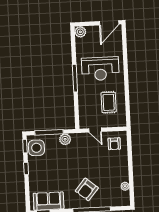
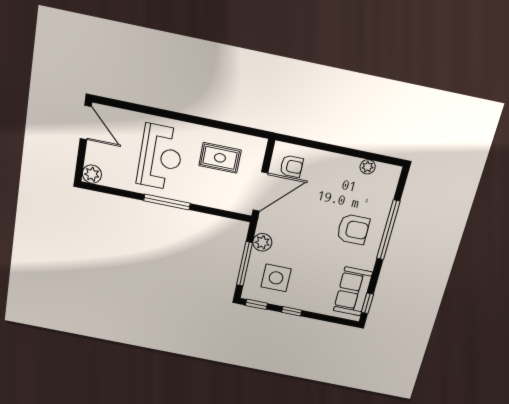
door: (95, 130) -> (260, 192), width x1.88
side table: (36, 148) -> (276, 278), moved
armchair: (87, 189) -> (353, 229), turned -40

